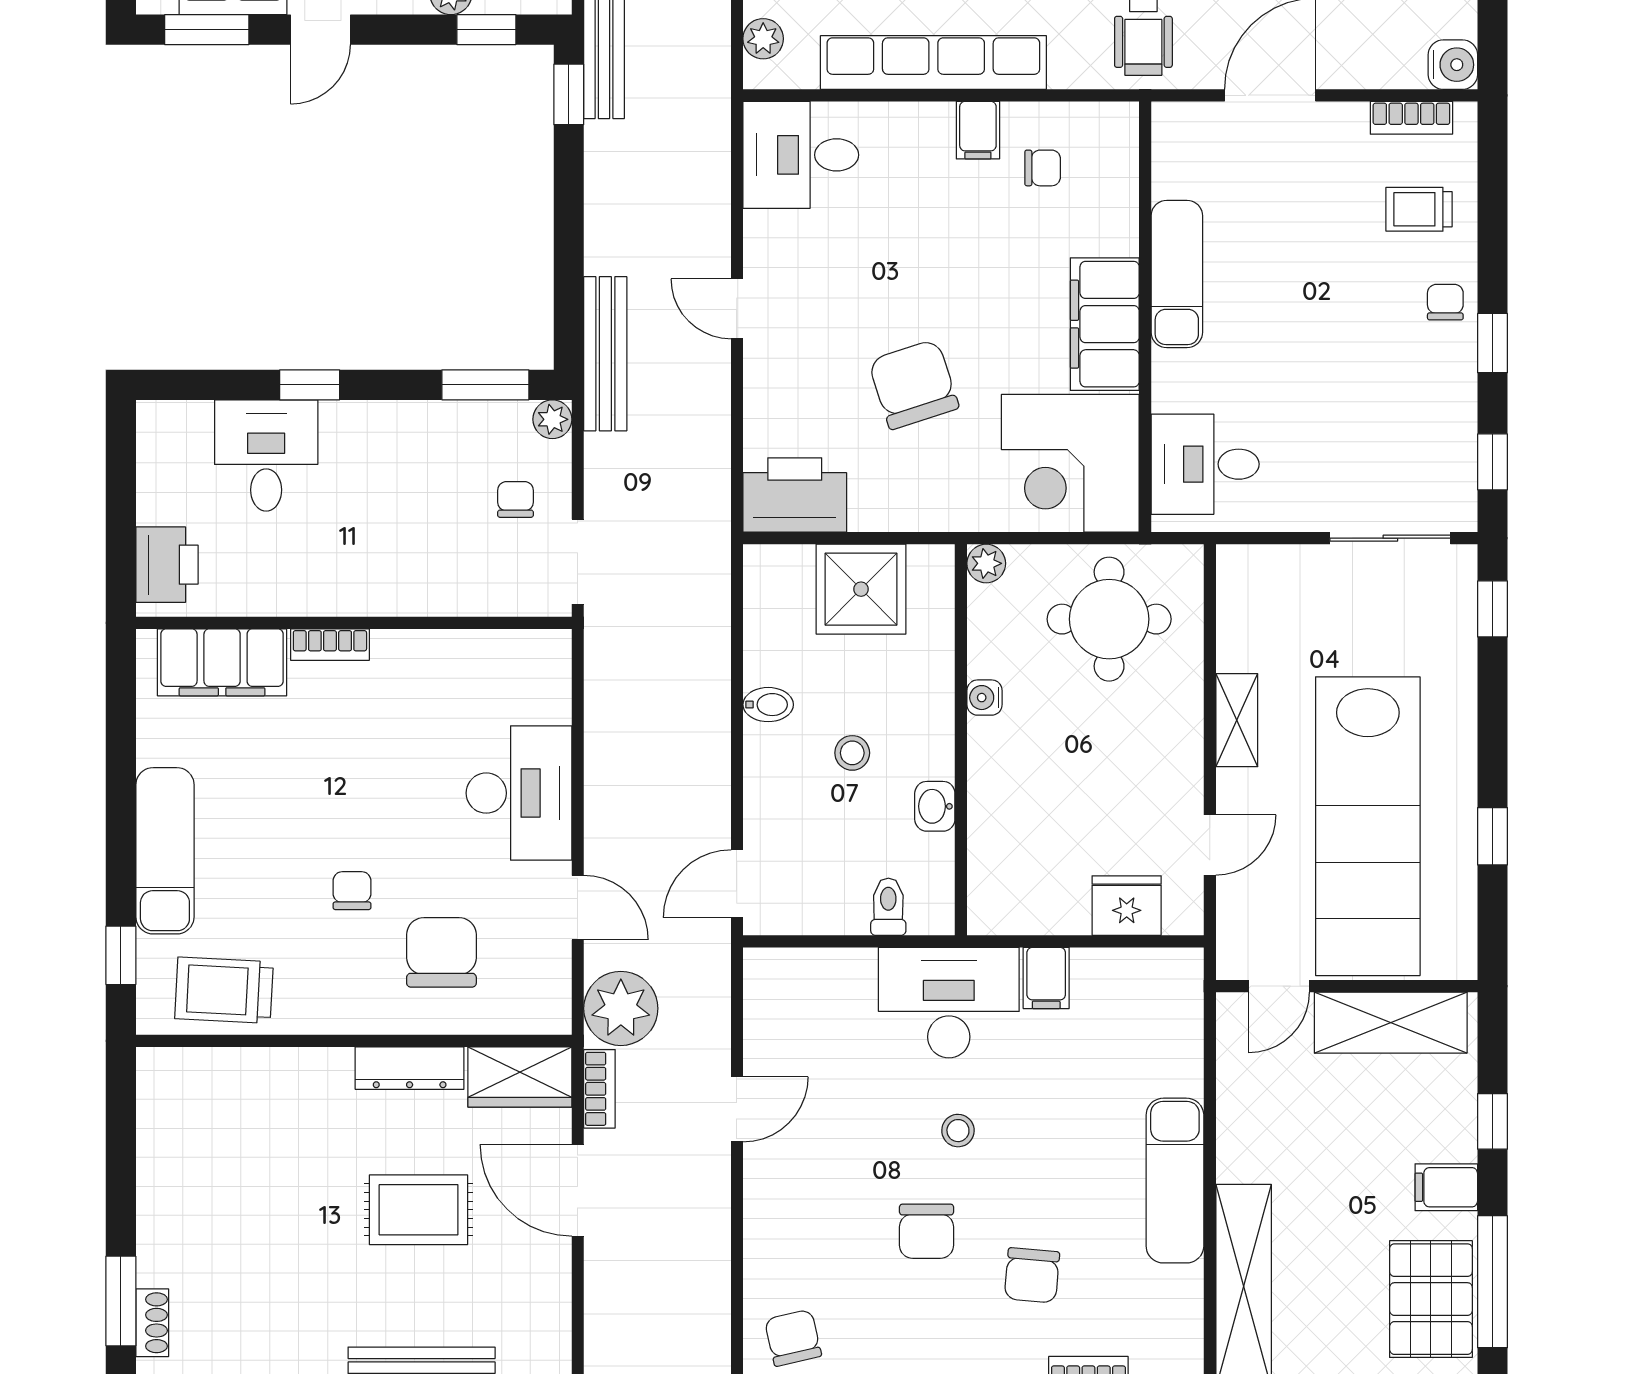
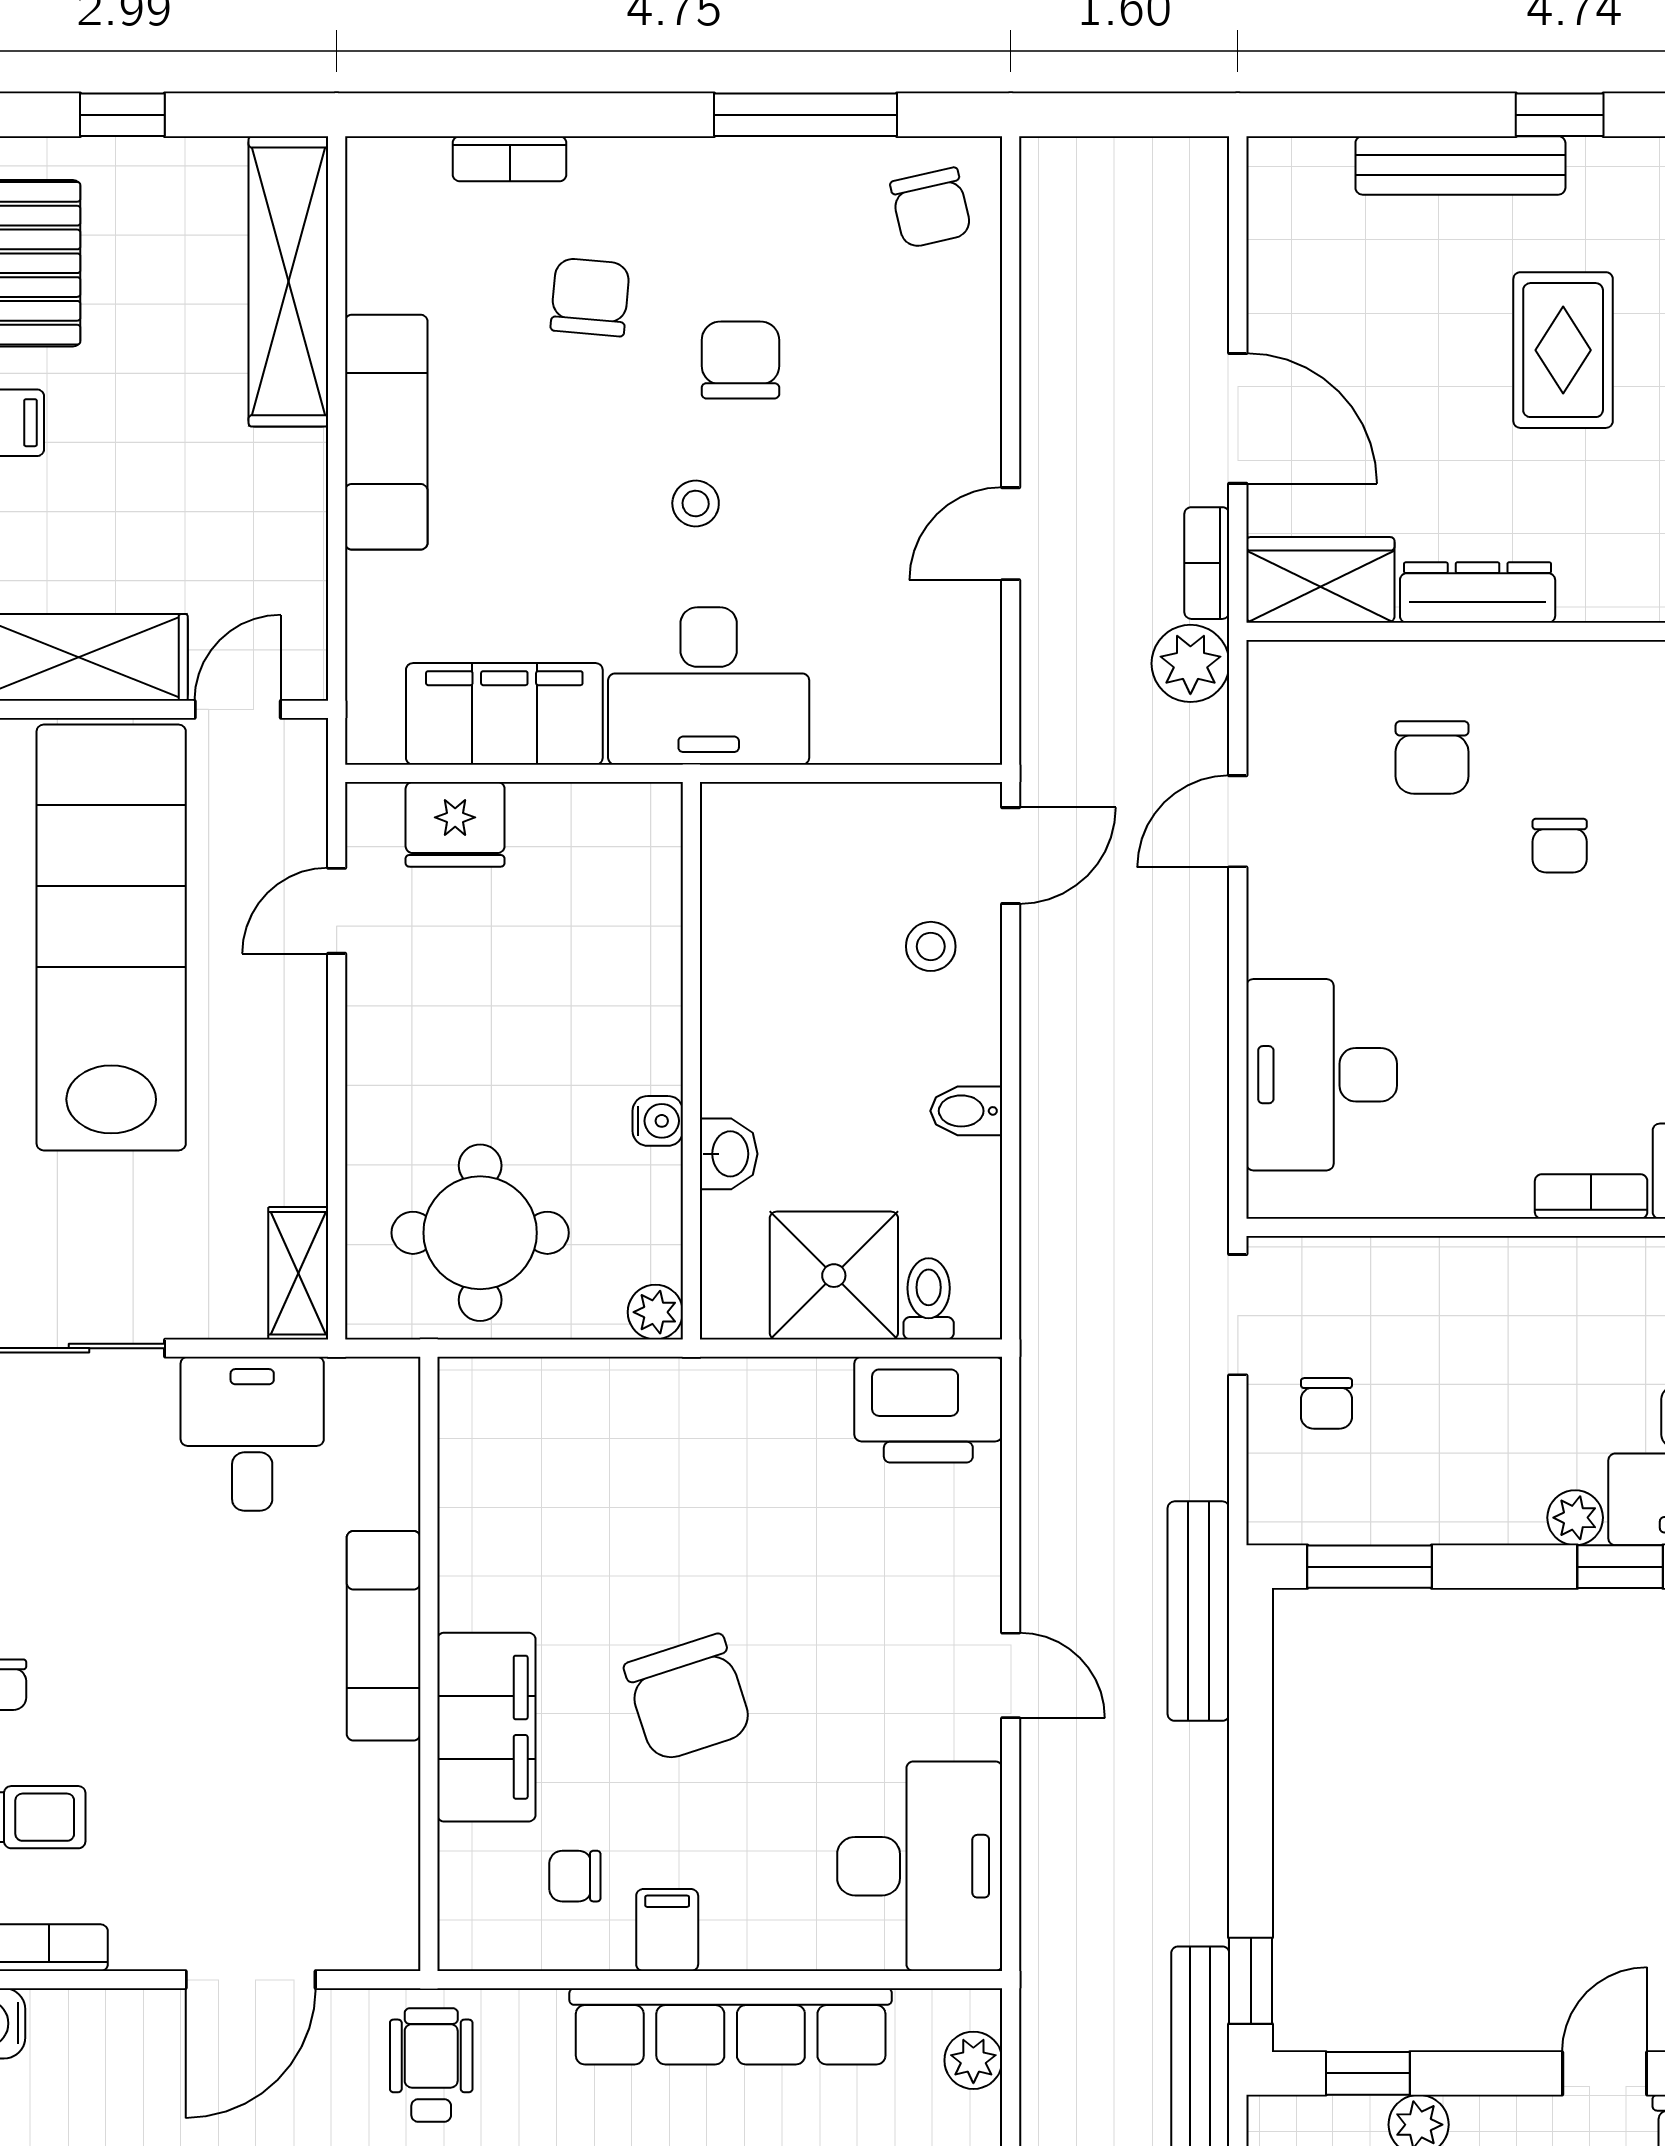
desk: (801, 155) -> (920, 1866), width x1.37
exam couch: (1177, 274) -> (384, 1636), moved
filing cabinet: (1105, 324) -> (486, 1727), moved
chair: (914, 384) -> (688, 1698), moved
plant: (552, 419) -> (1575, 1518), moved
corner desk: (1070, 463) -> (536, 1455), removed
desk: (1205, 464) -> (252, 1434), moved, turned -90
shelving: (1237, 720) -> (298, 1273), moved
stool: (852, 753) -> (931, 946), moved
desk: (519, 793) -> (1322, 1075), moved
washbasin: (935, 806) -> (729, 1154), moved
toilet: (888, 907) -> (929, 1299), moved, turned 180
door: (578, 908) -> (1238, 821), hinge flipped
chair: (441, 952) -> (1432, 758), width x0.73, depth x0.73
filing cabinet: (1046, 978) -> (504, 714), width x3.00, depth x1.17
plant: (621, 1008) -> (1190, 663), width x0.73, depth x0.73
rug: (419, 1210) -> (1563, 350), moved, turned 90

